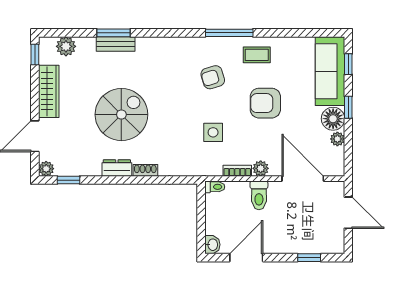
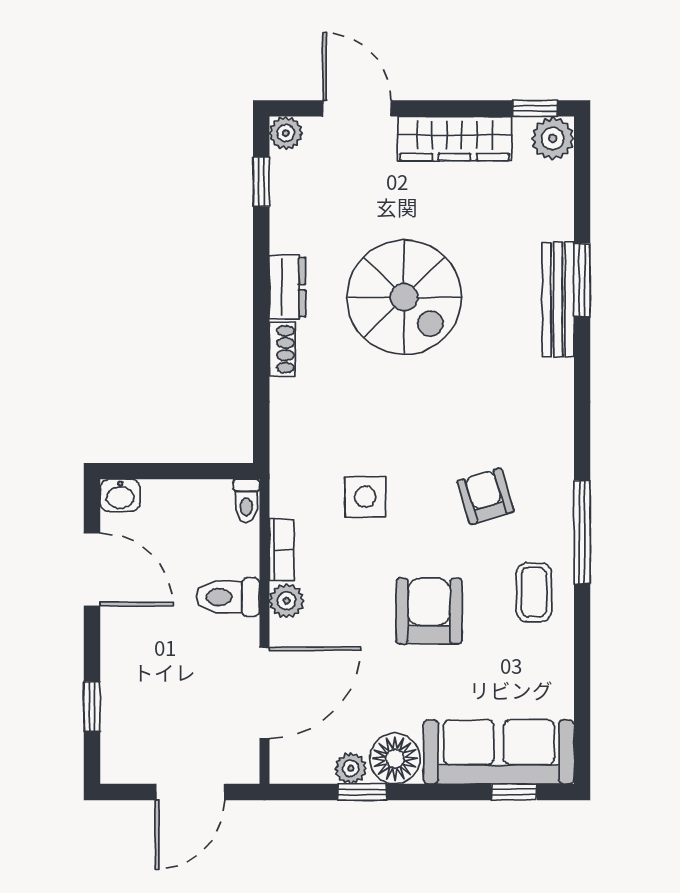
bench: (116, 44) -> (558, 300), width x1.36
plant: (66, 46) -> (553, 138), moved
window: (348, 107) -> (362, 792), moved

